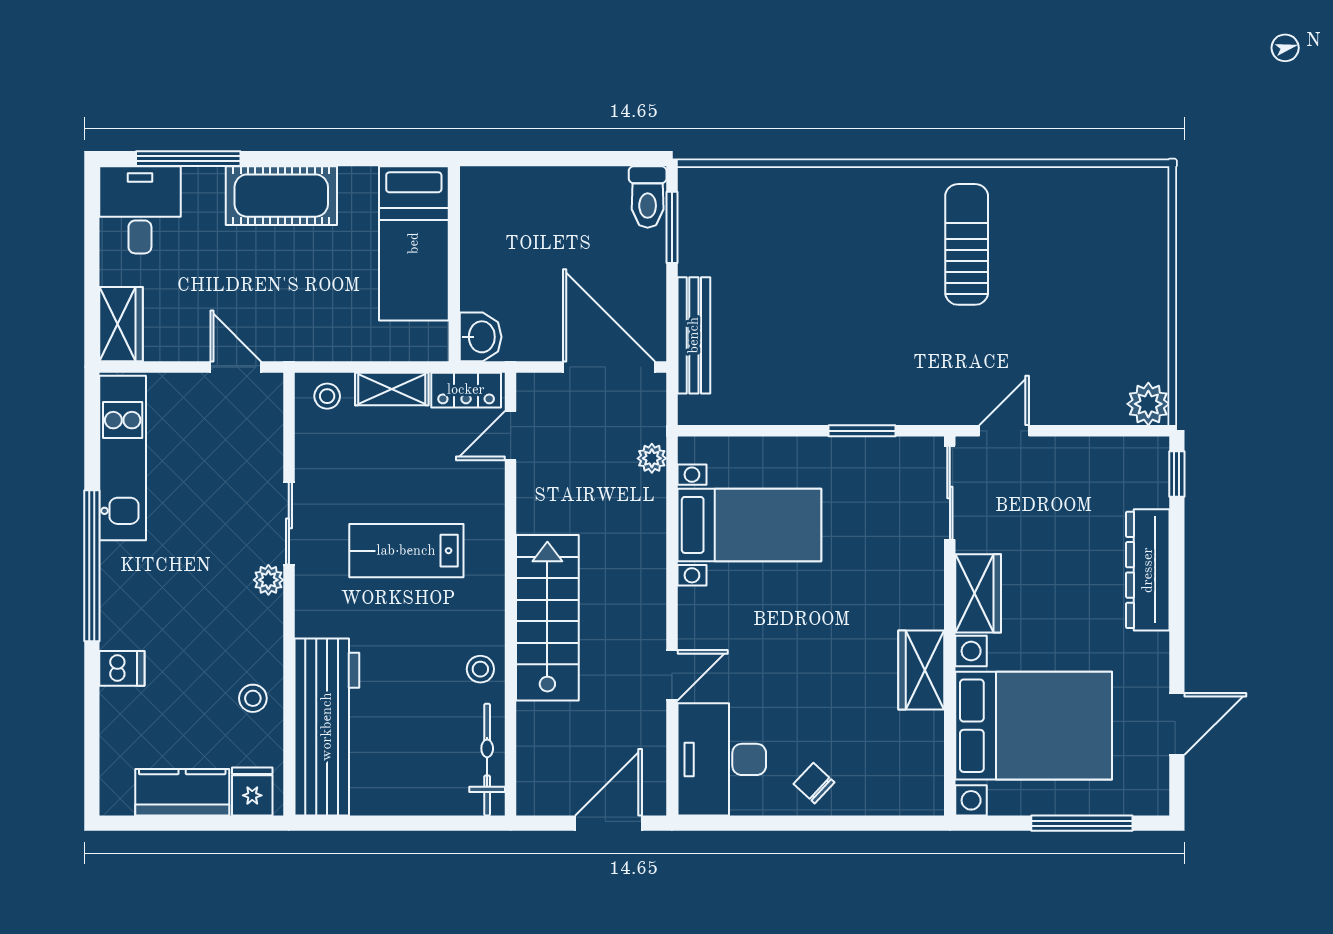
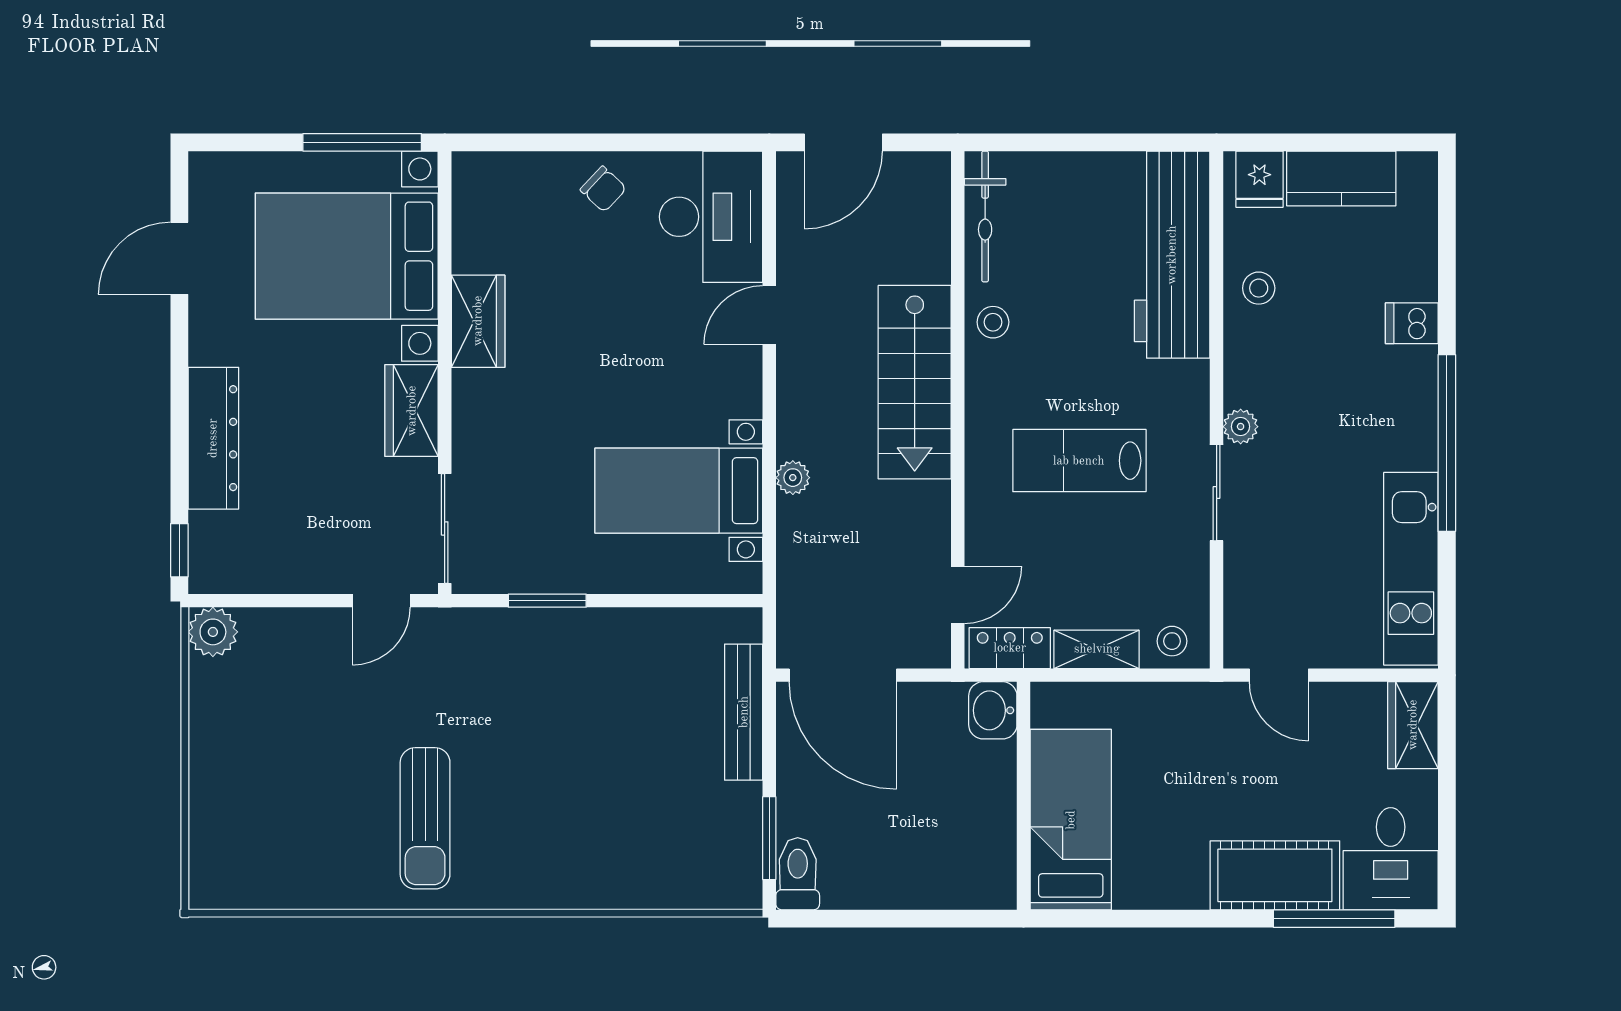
cot: (281, 196) -> (1275, 875), moved
plant: (652, 458) -> (793, 478), moved
lab bench: (406, 551) -> (1079, 461), turned 180
window: (1082, 823) -> (362, 142), moved

